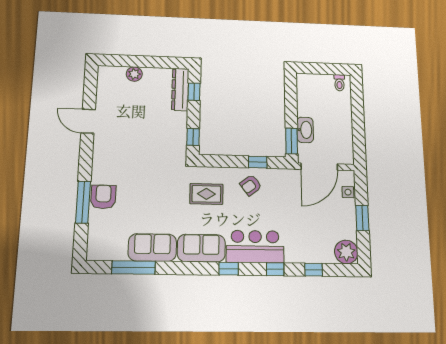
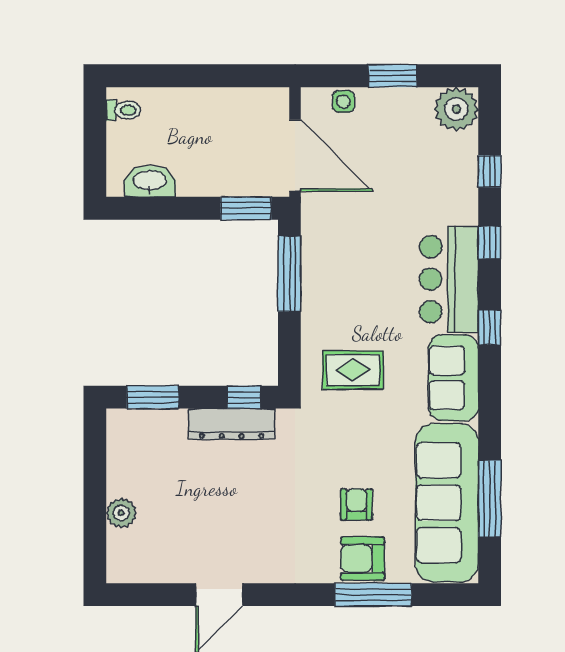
dresser: (180, 89) -> (232, 424), moved
window: (194, 92) -> (153, 397), width x1.50
washbasin: (305, 130) -> (150, 181), moved
window: (258, 162) -> (289, 274), width x2.17
armchair: (251, 185) -> (356, 504), moved, turned -143
rug: (206, 194) -> (353, 370), turned 90
sofa: (152, 248) -> (447, 503), width x1.85, depth x1.27

